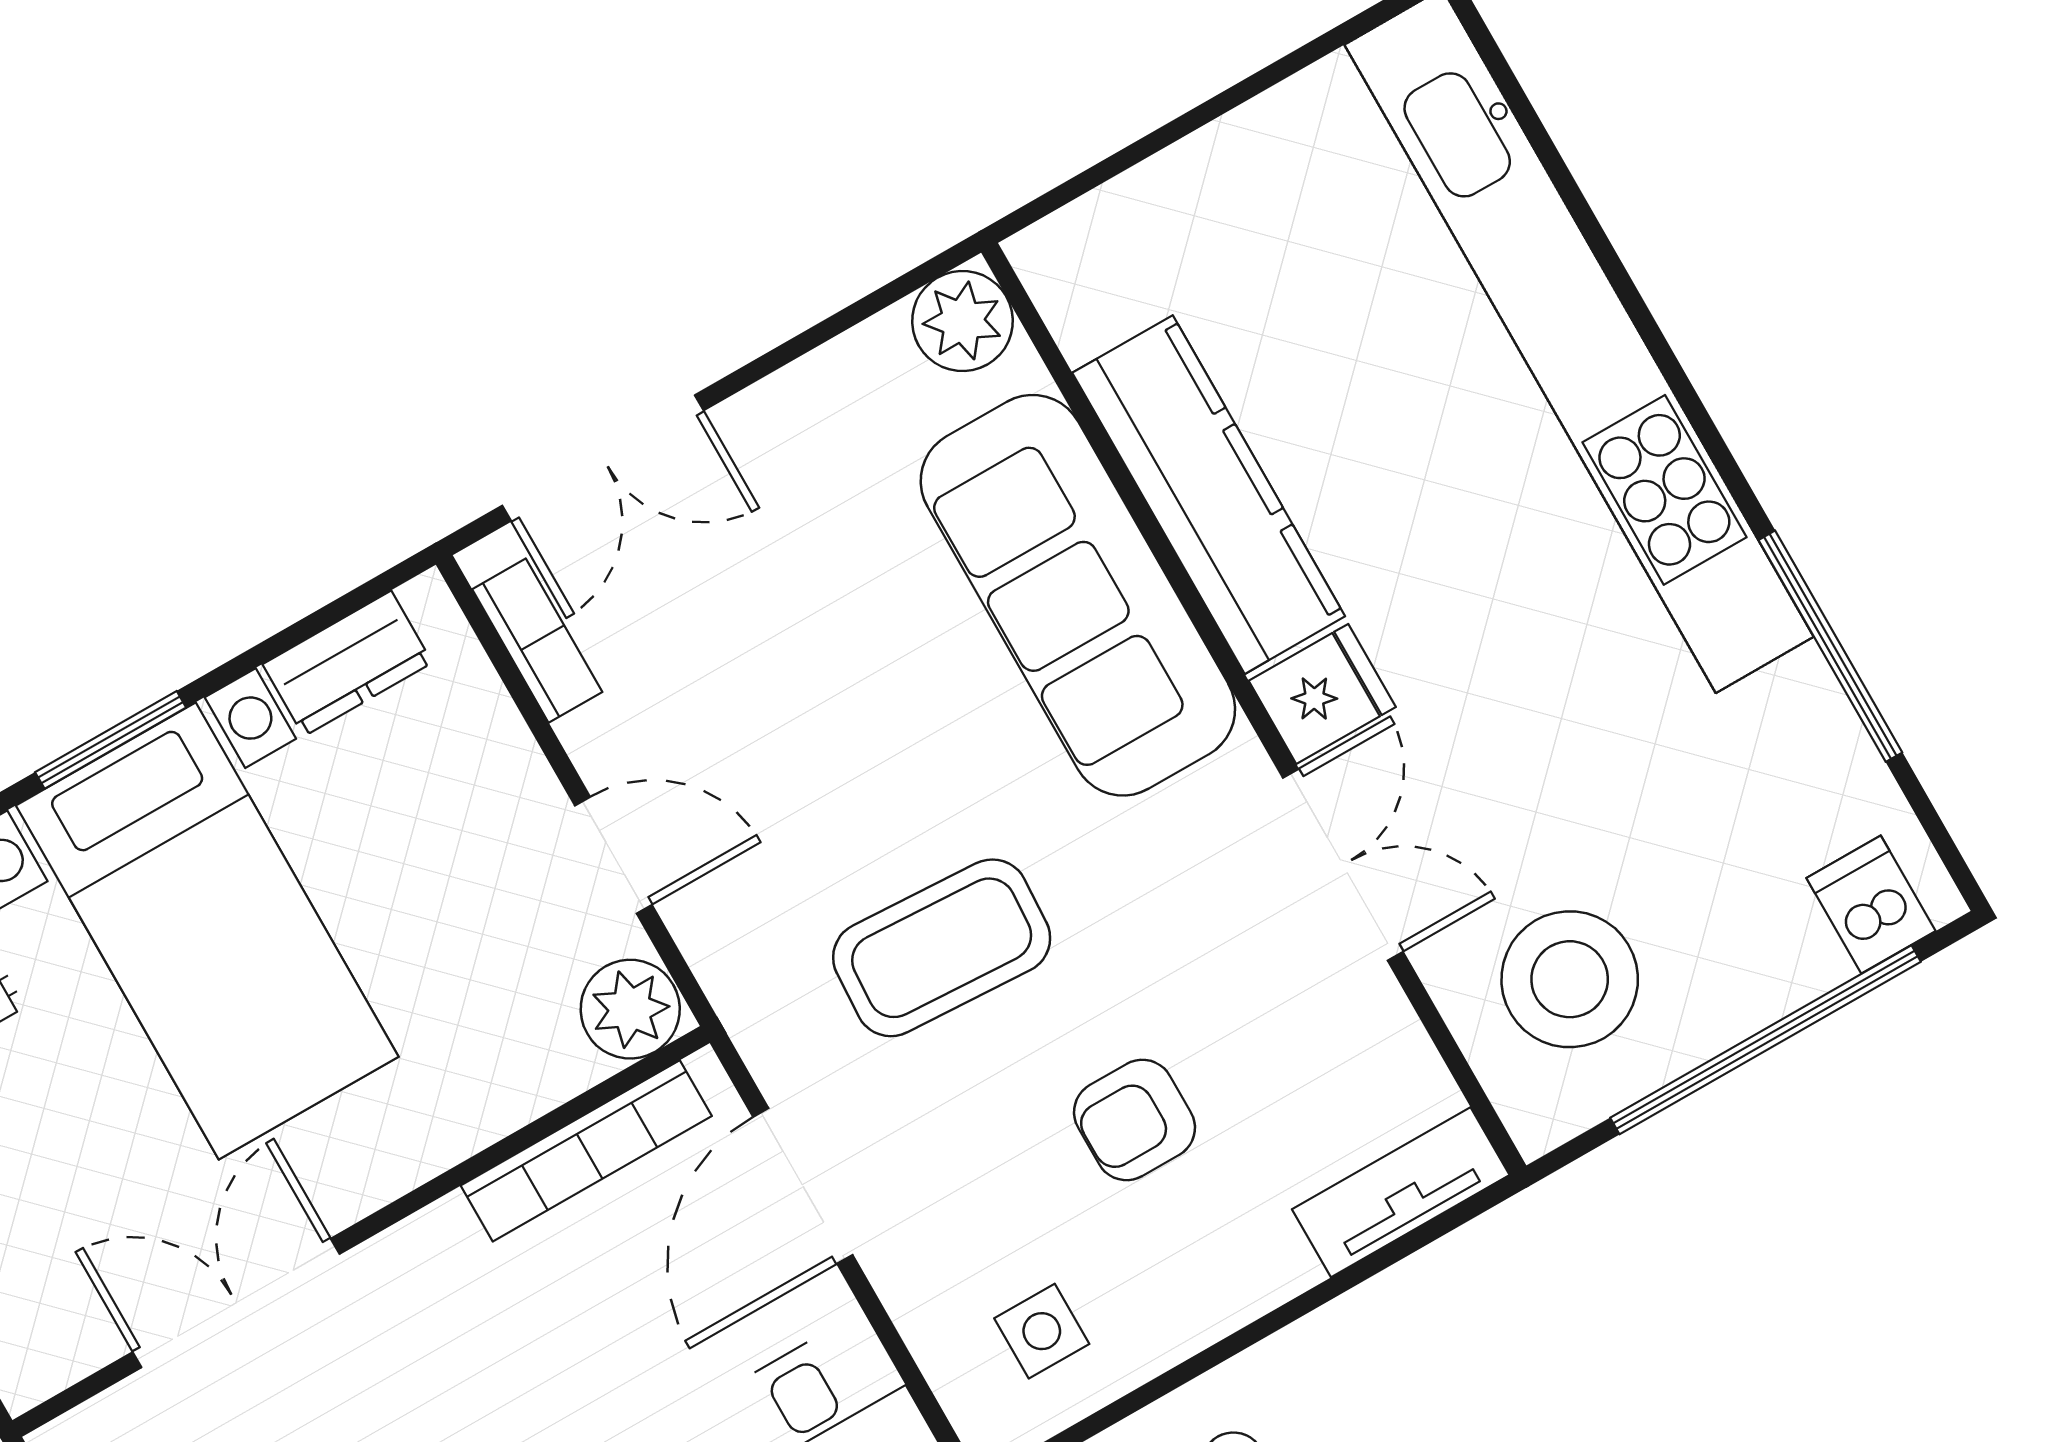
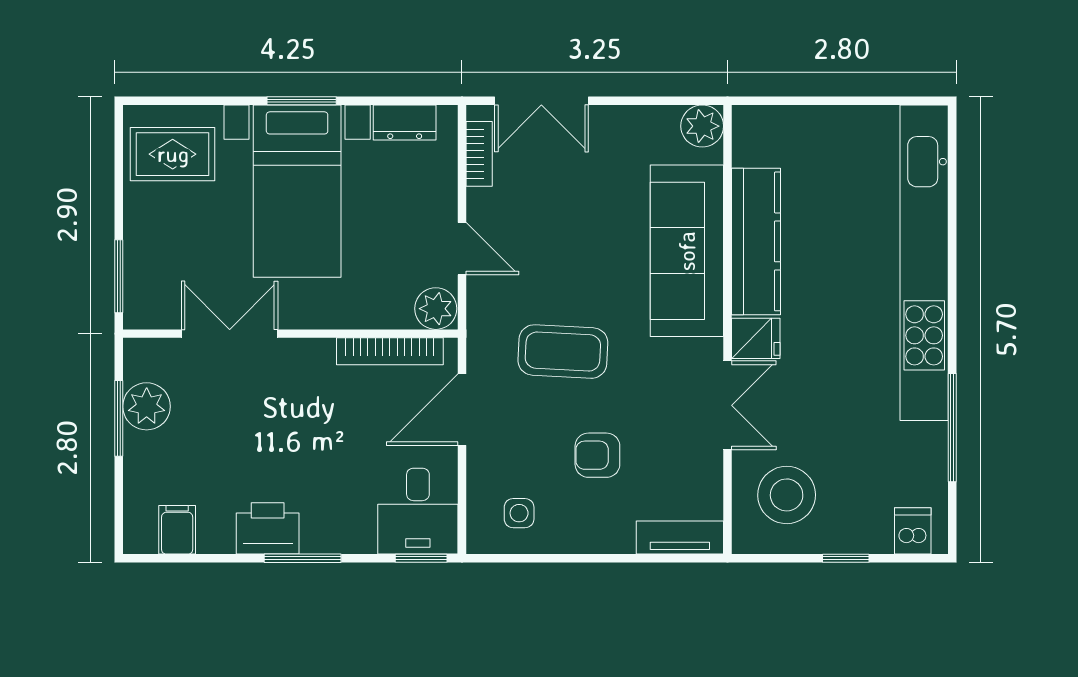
window: (1766, 1040) -> (846, 558), width x0.32

